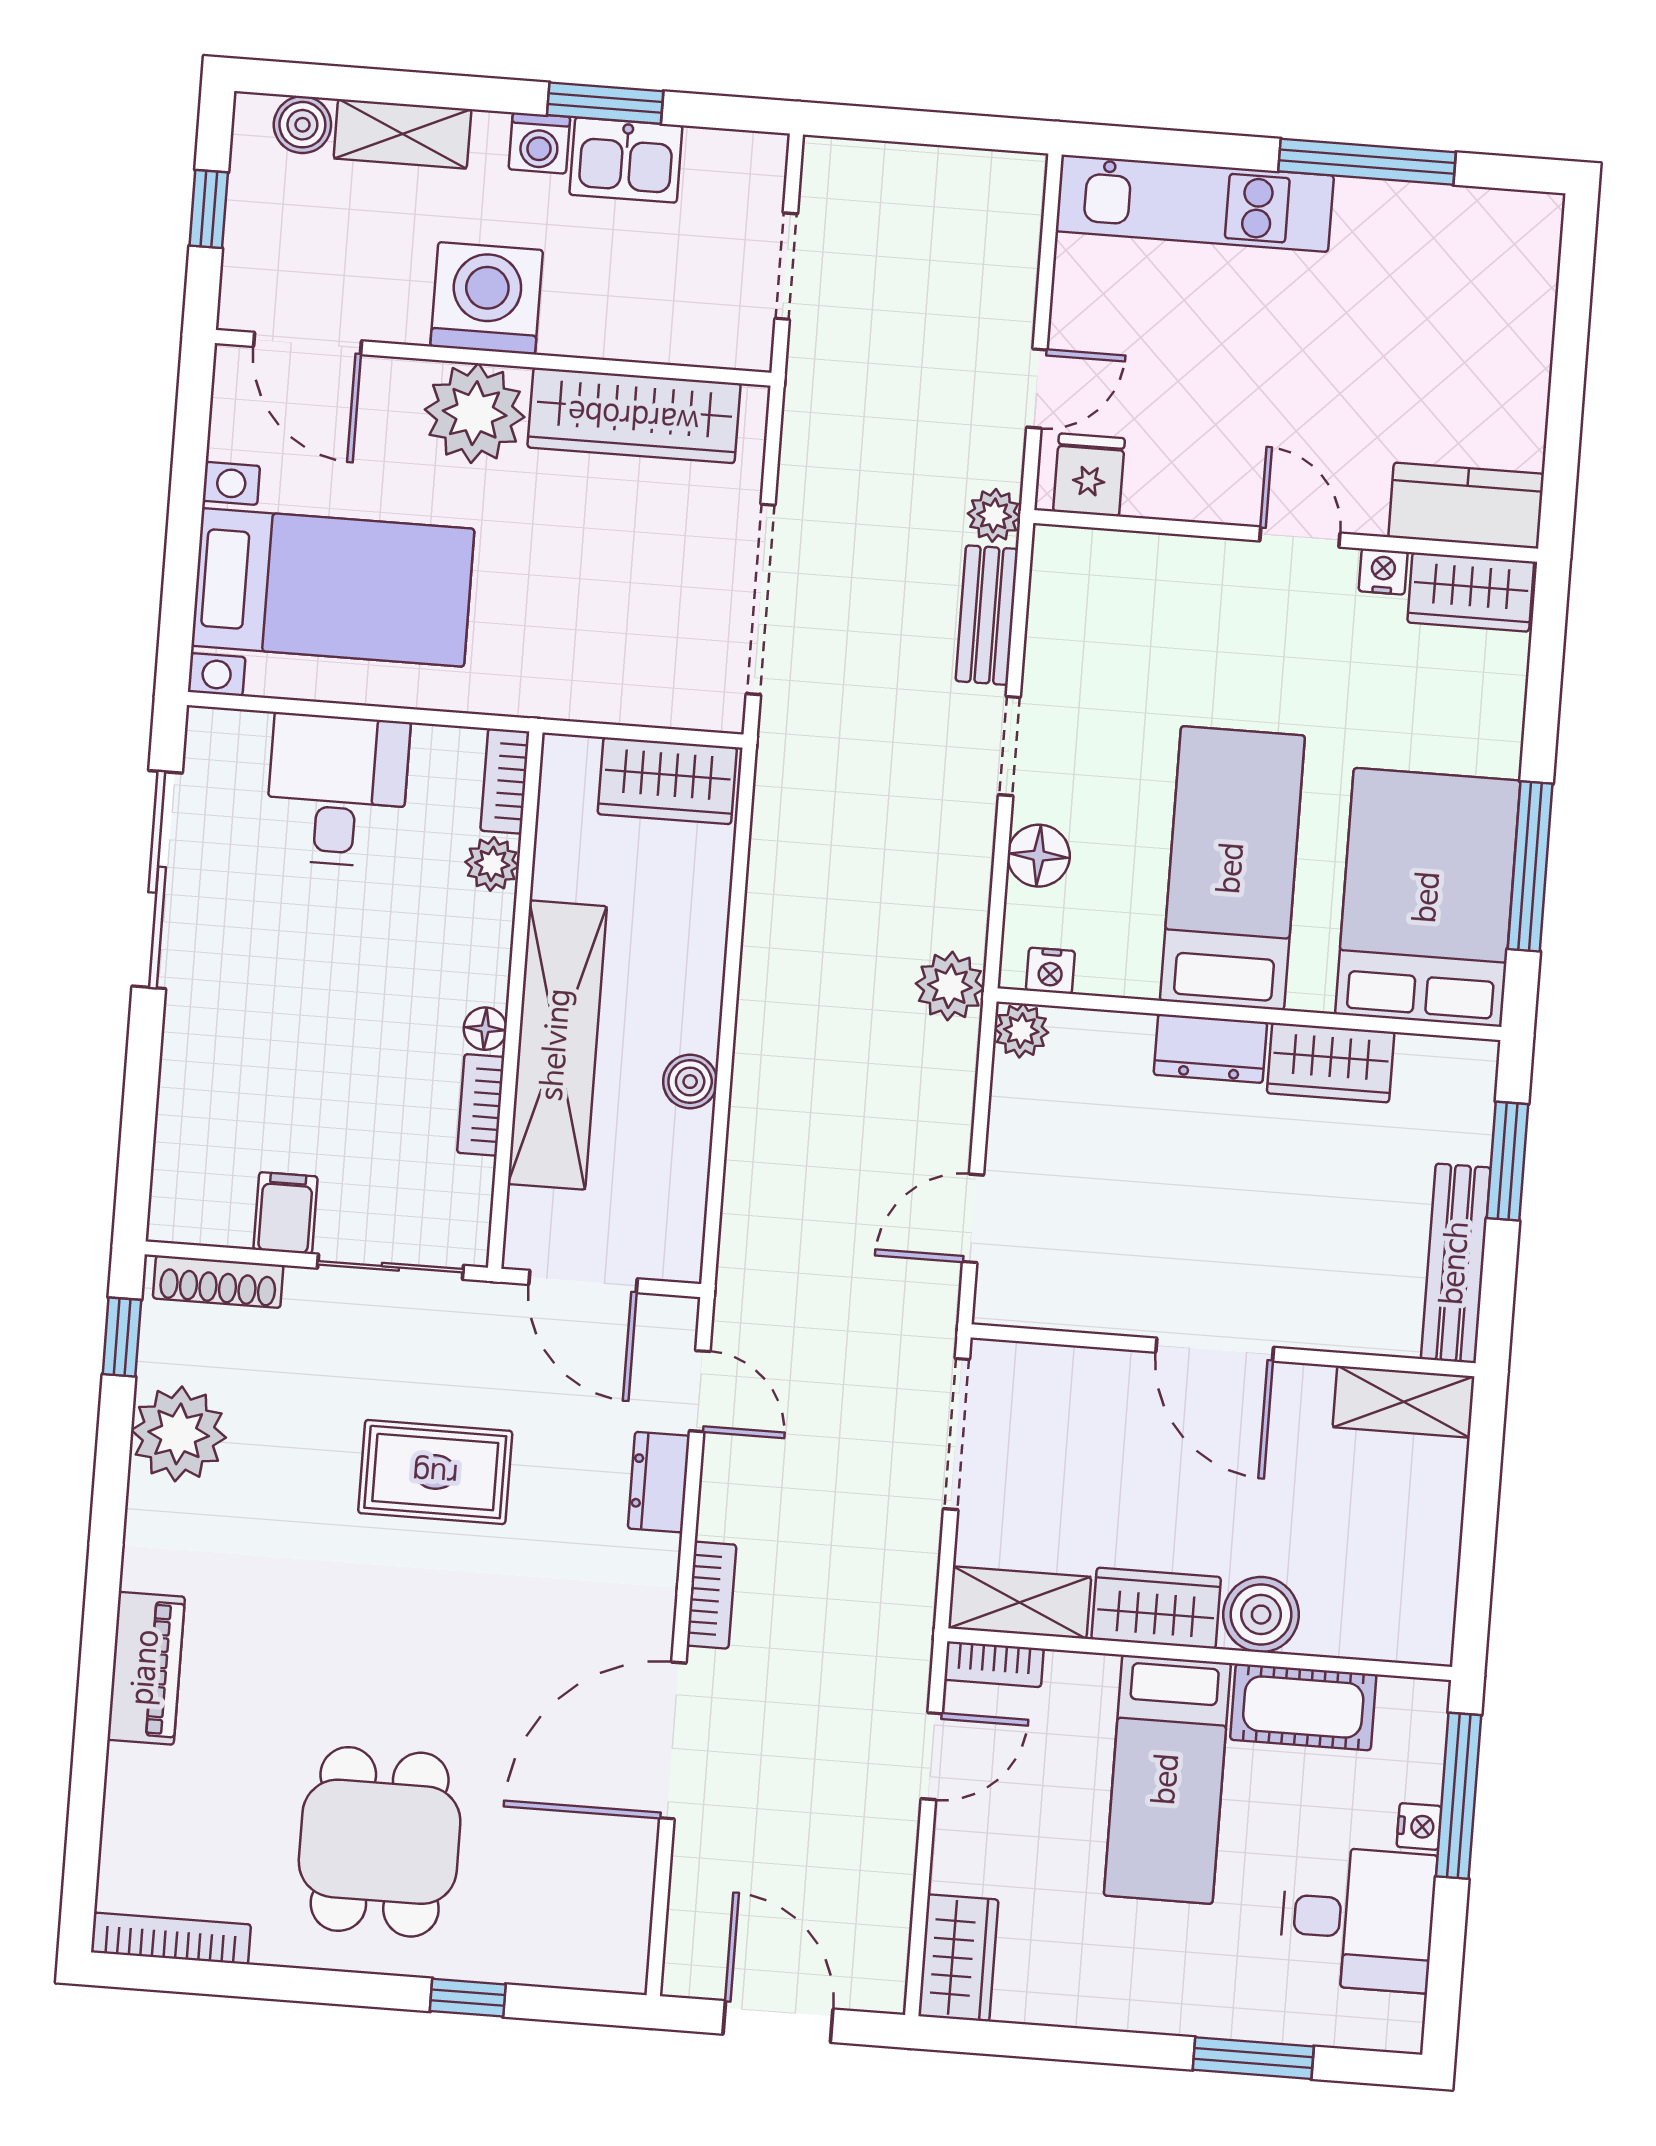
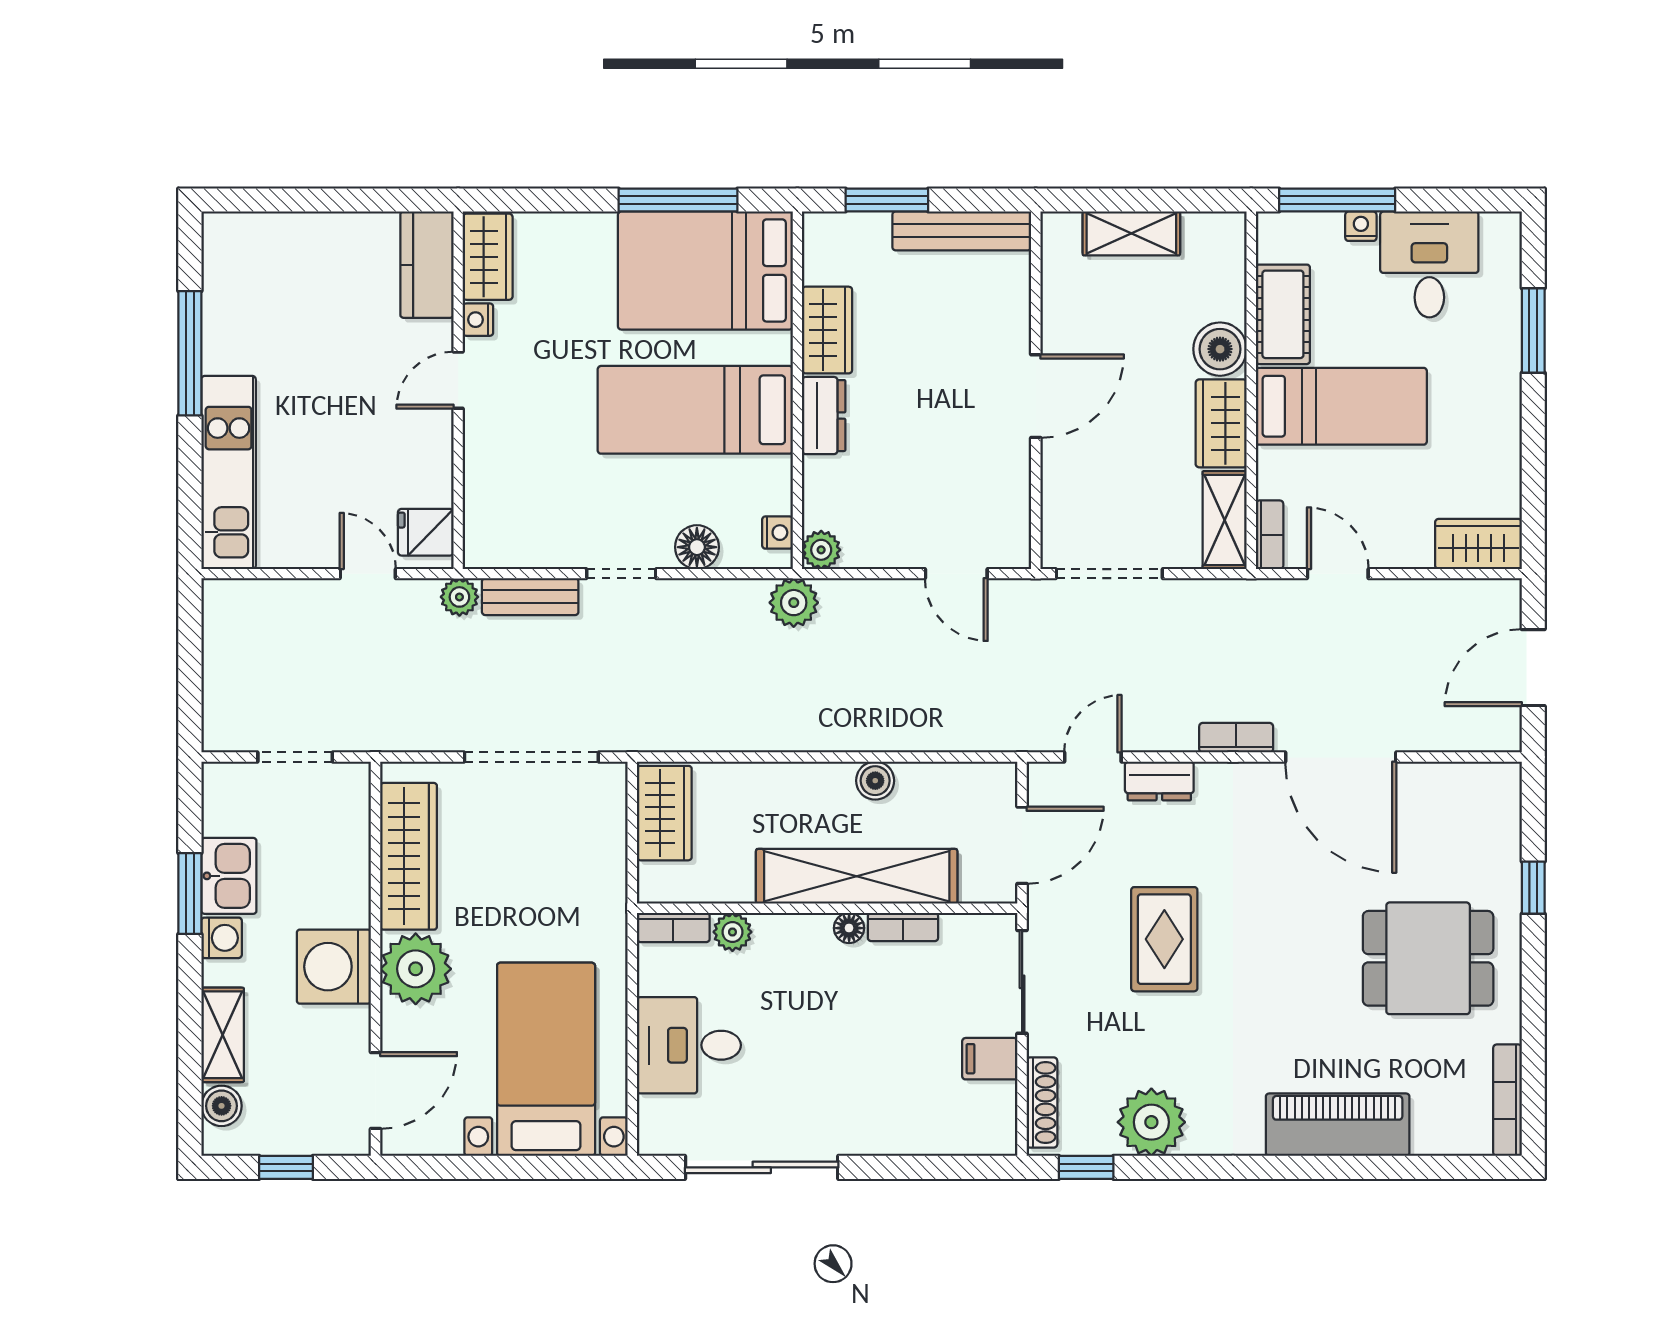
shelving: (1404, 1402) -> (1131, 233), moved, turned 90
piano: (146, 1668) -> (1338, 1125), width x1.37, depth x1.33

